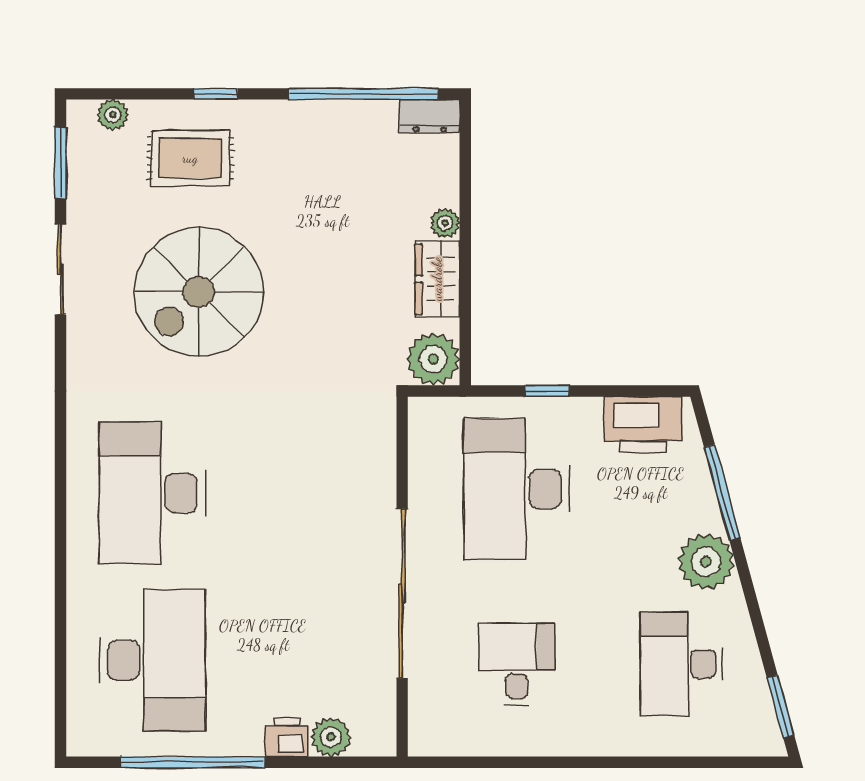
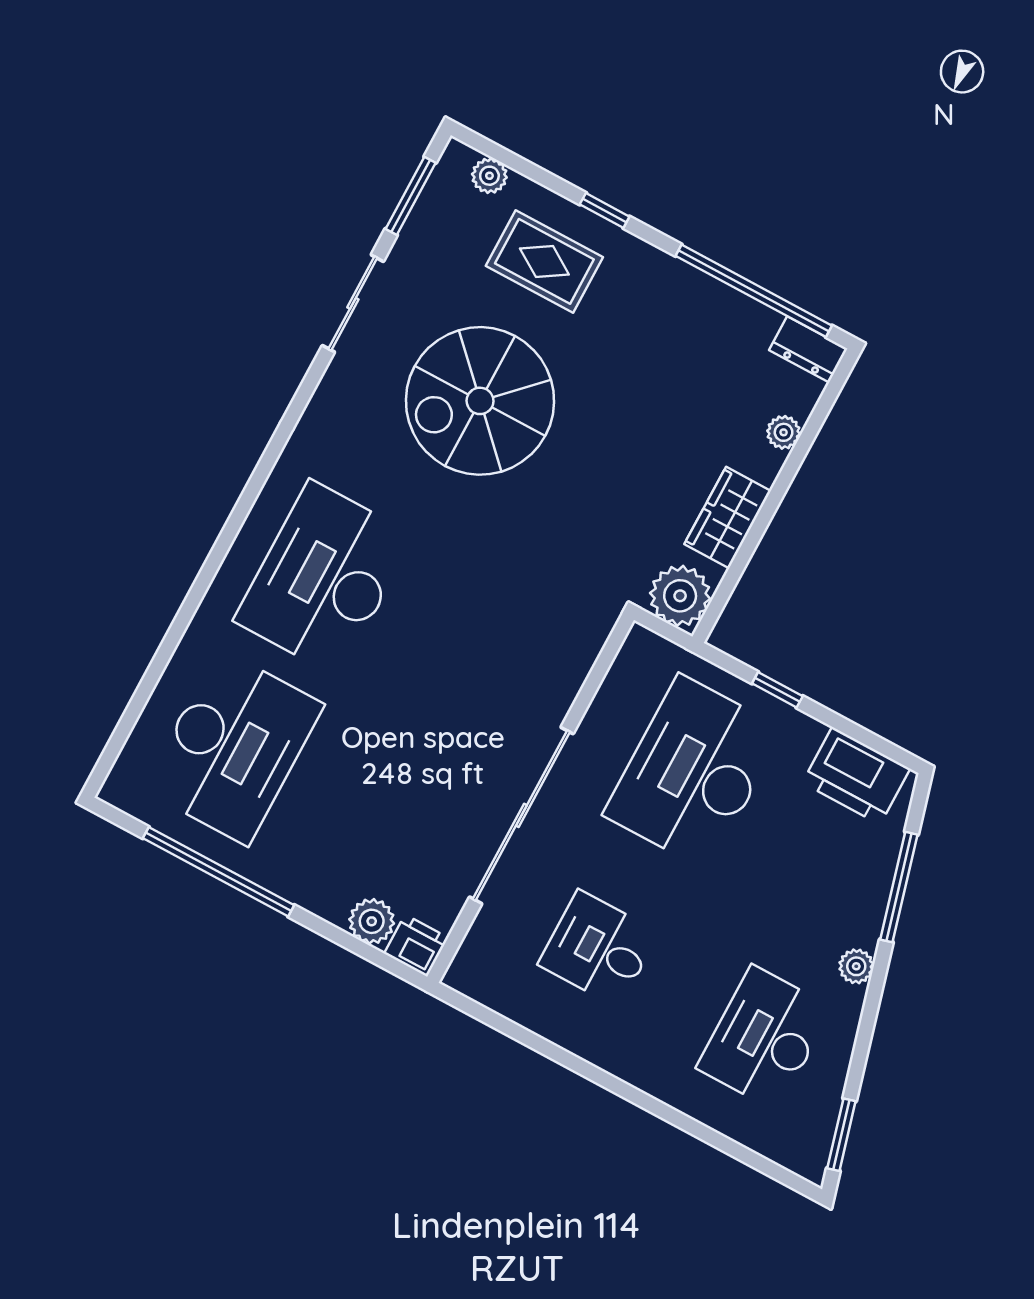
plant: (445, 223) -> (784, 432), moved
plant: (706, 562) -> (856, 966), width x0.53, depth x0.53
desk: (517, 664) -> (599, 949), turned -90
printer: (287, 737) -> (416, 945), moved

